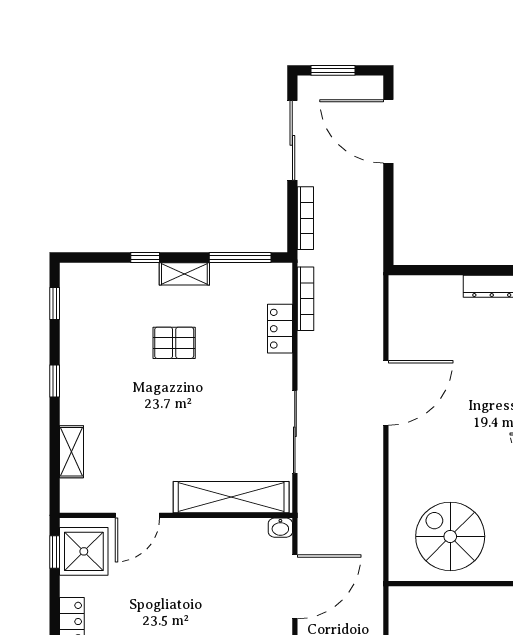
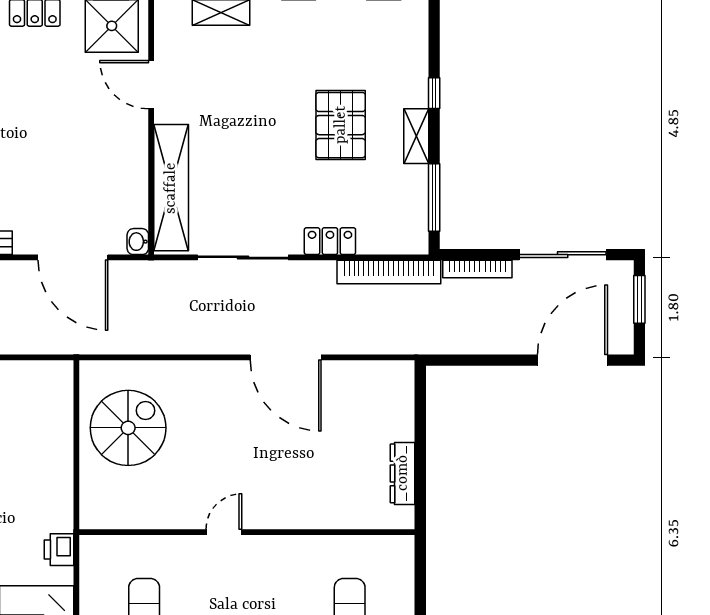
bookcase: (306, 299) -> (389, 272), width x1.48, depth x1.31
locker: (280, 329) -> (330, 241), moved
pallet: (174, 343) -> (341, 125), width x1.50, depth x1.42

